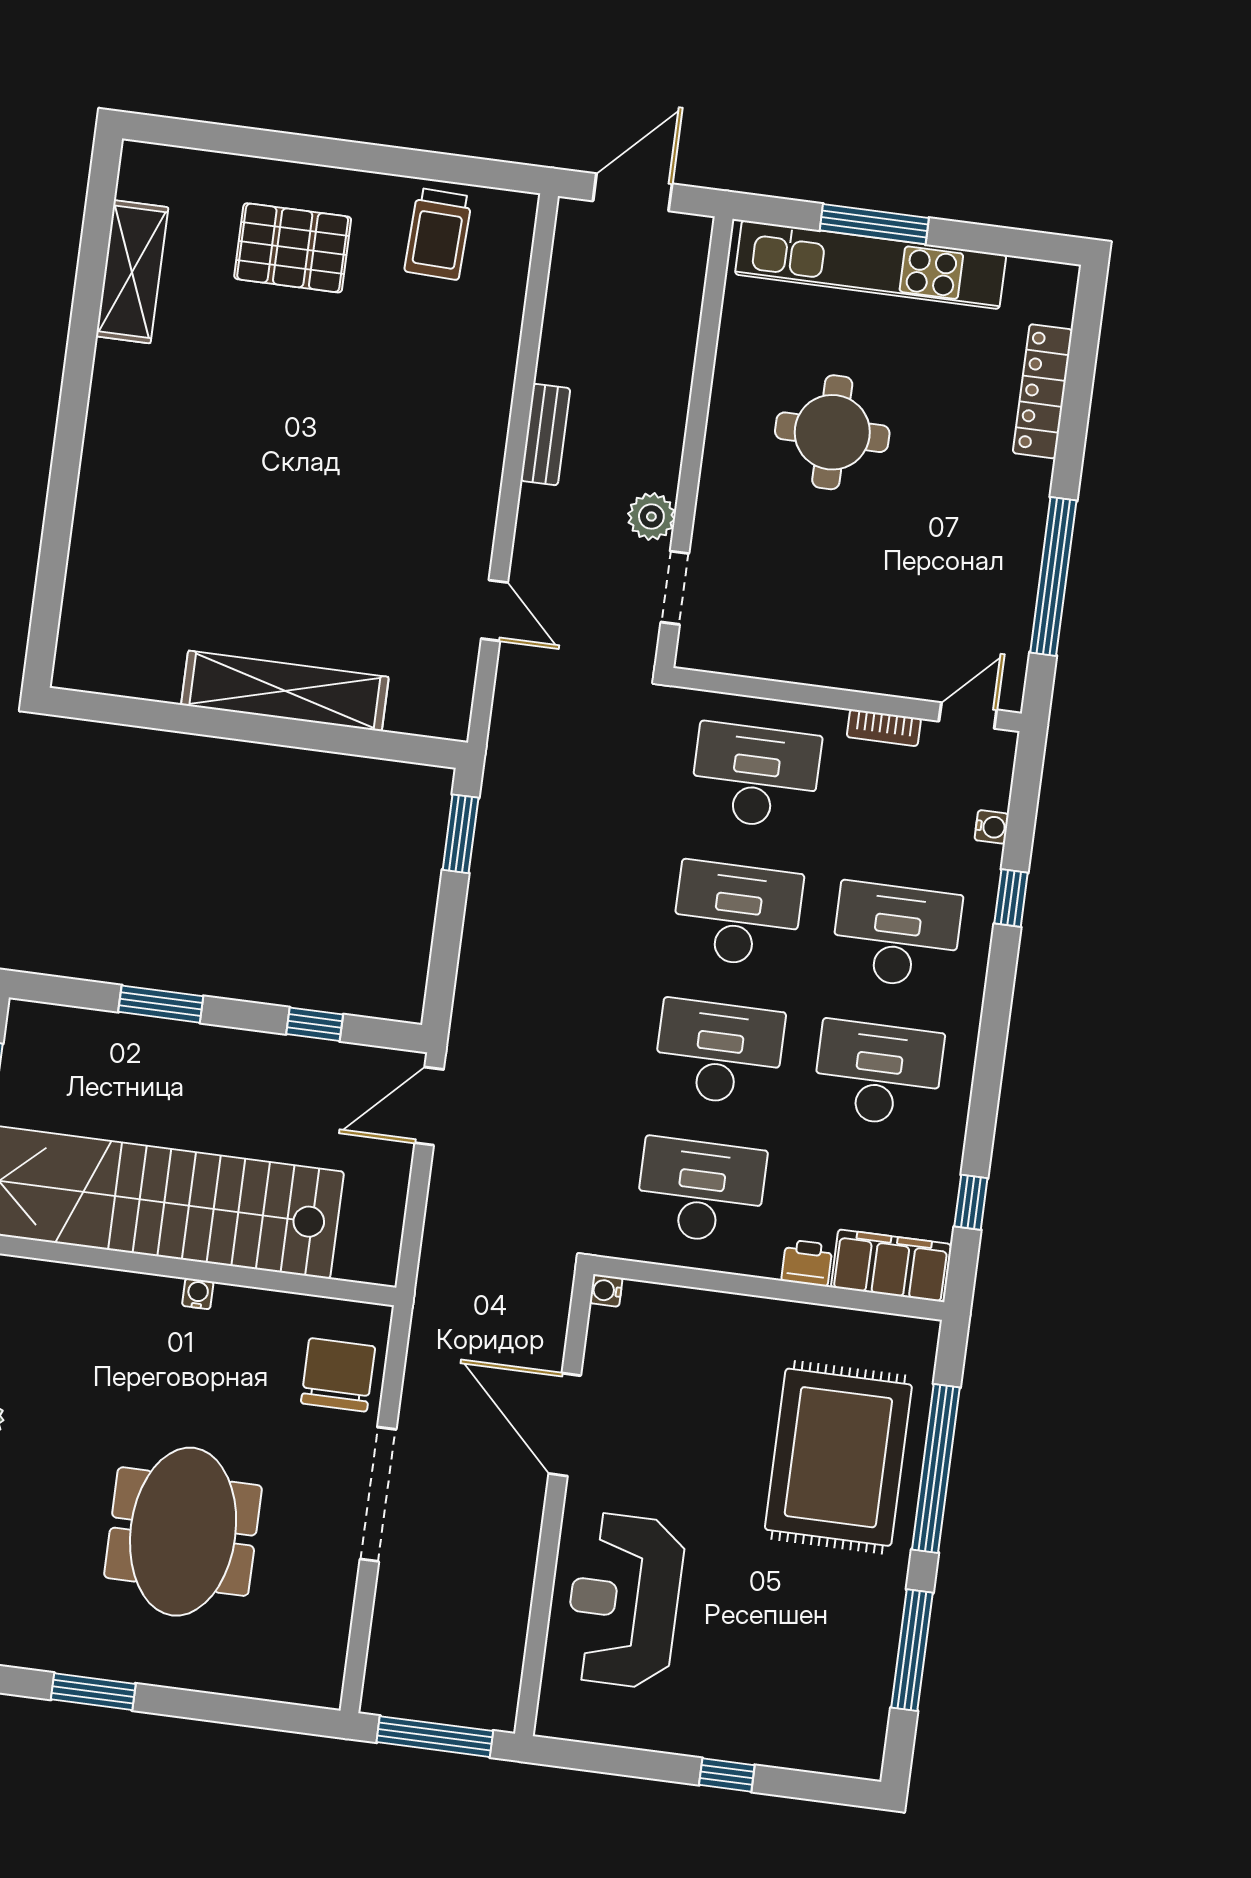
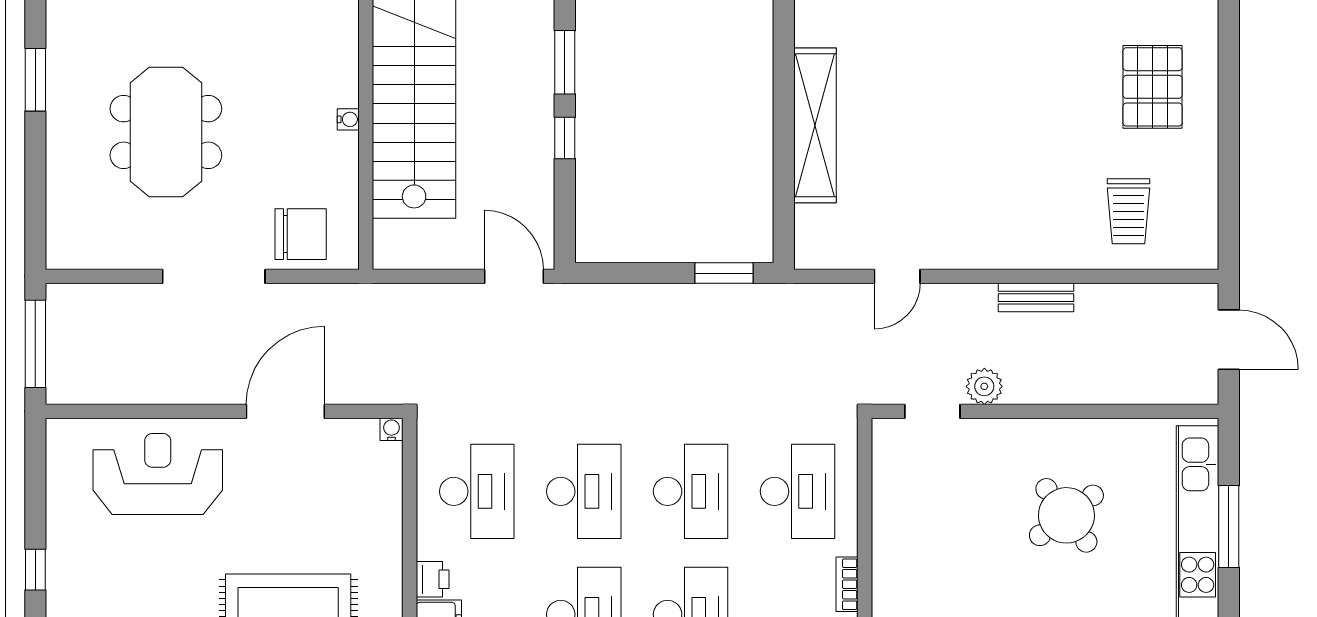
trolley: (438, 234) -> (1129, 211), moved, turned -92
round table: (832, 432) -> (1066, 515), turned -37
window: (315, 1024) -> (565, 138), moved
meeting table: (183, 1532) -> (166, 132), turned 90

